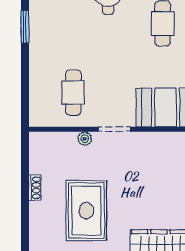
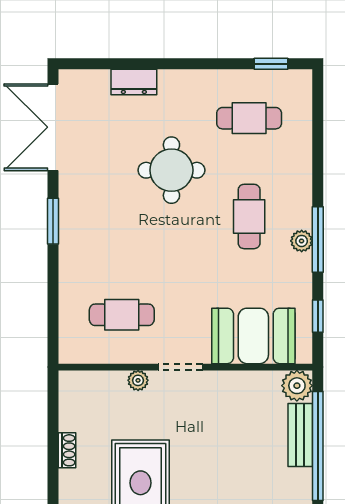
cafe table: (73, 93) -> (122, 315), turned 90

